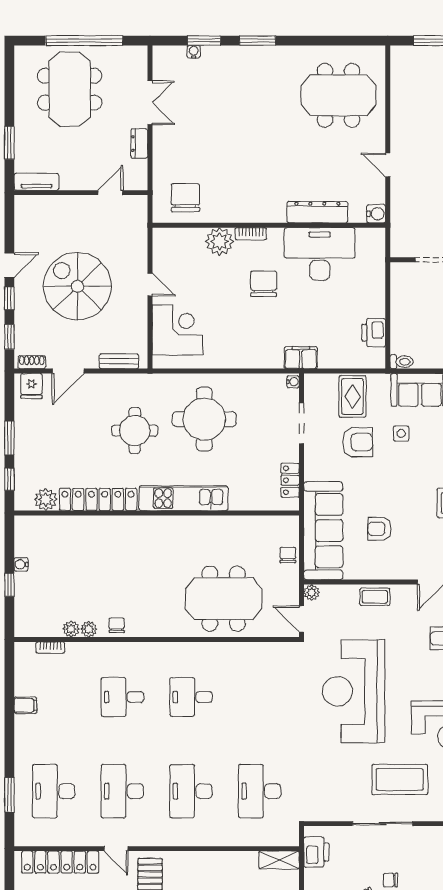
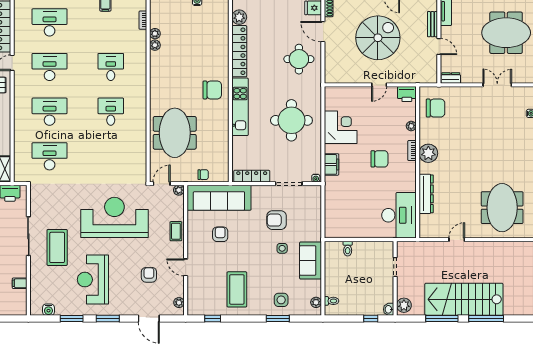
double door: (150, 103) -> (497, 85), swing flipped
dresser: (139, 144) -> (451, 78), moved
door: (110, 193) -> (439, 47), moved
plant: (255, 209) -> (428, 153), added
water cooler: (376, 214) -> (425, 232), removed
plant: (220, 242) -> (411, 126), width x0.53, depth x0.53
desk: (320, 254) -> (399, 215), moved
corner desk: (177, 330) -> (341, 127), moved, turned -90
printer: (374, 333) -> (407, 94), moved, turned 180
filing cabinet: (301, 358) -> (331, 164), moved
bench: (119, 361) -> (432, 24), moved
toilet: (402, 362) -> (348, 249), moved
rug: (353, 396) -> (306, 217), removed
round table: (135, 431) -> (299, 59), moved
armchair: (358, 442) -> (277, 220), turned 90
locker: (290, 480) -> (252, 176), width x1.53
chair: (117, 625) -> (212, 90), moved, width x1.87, depth x1.87

